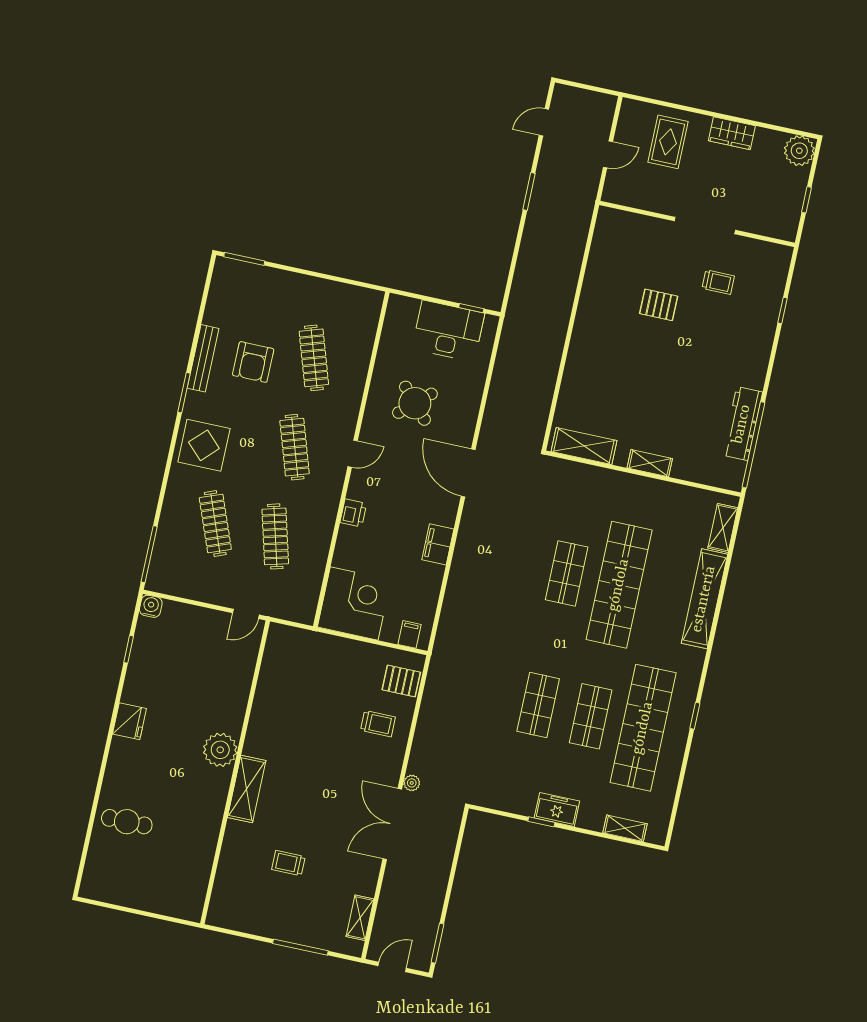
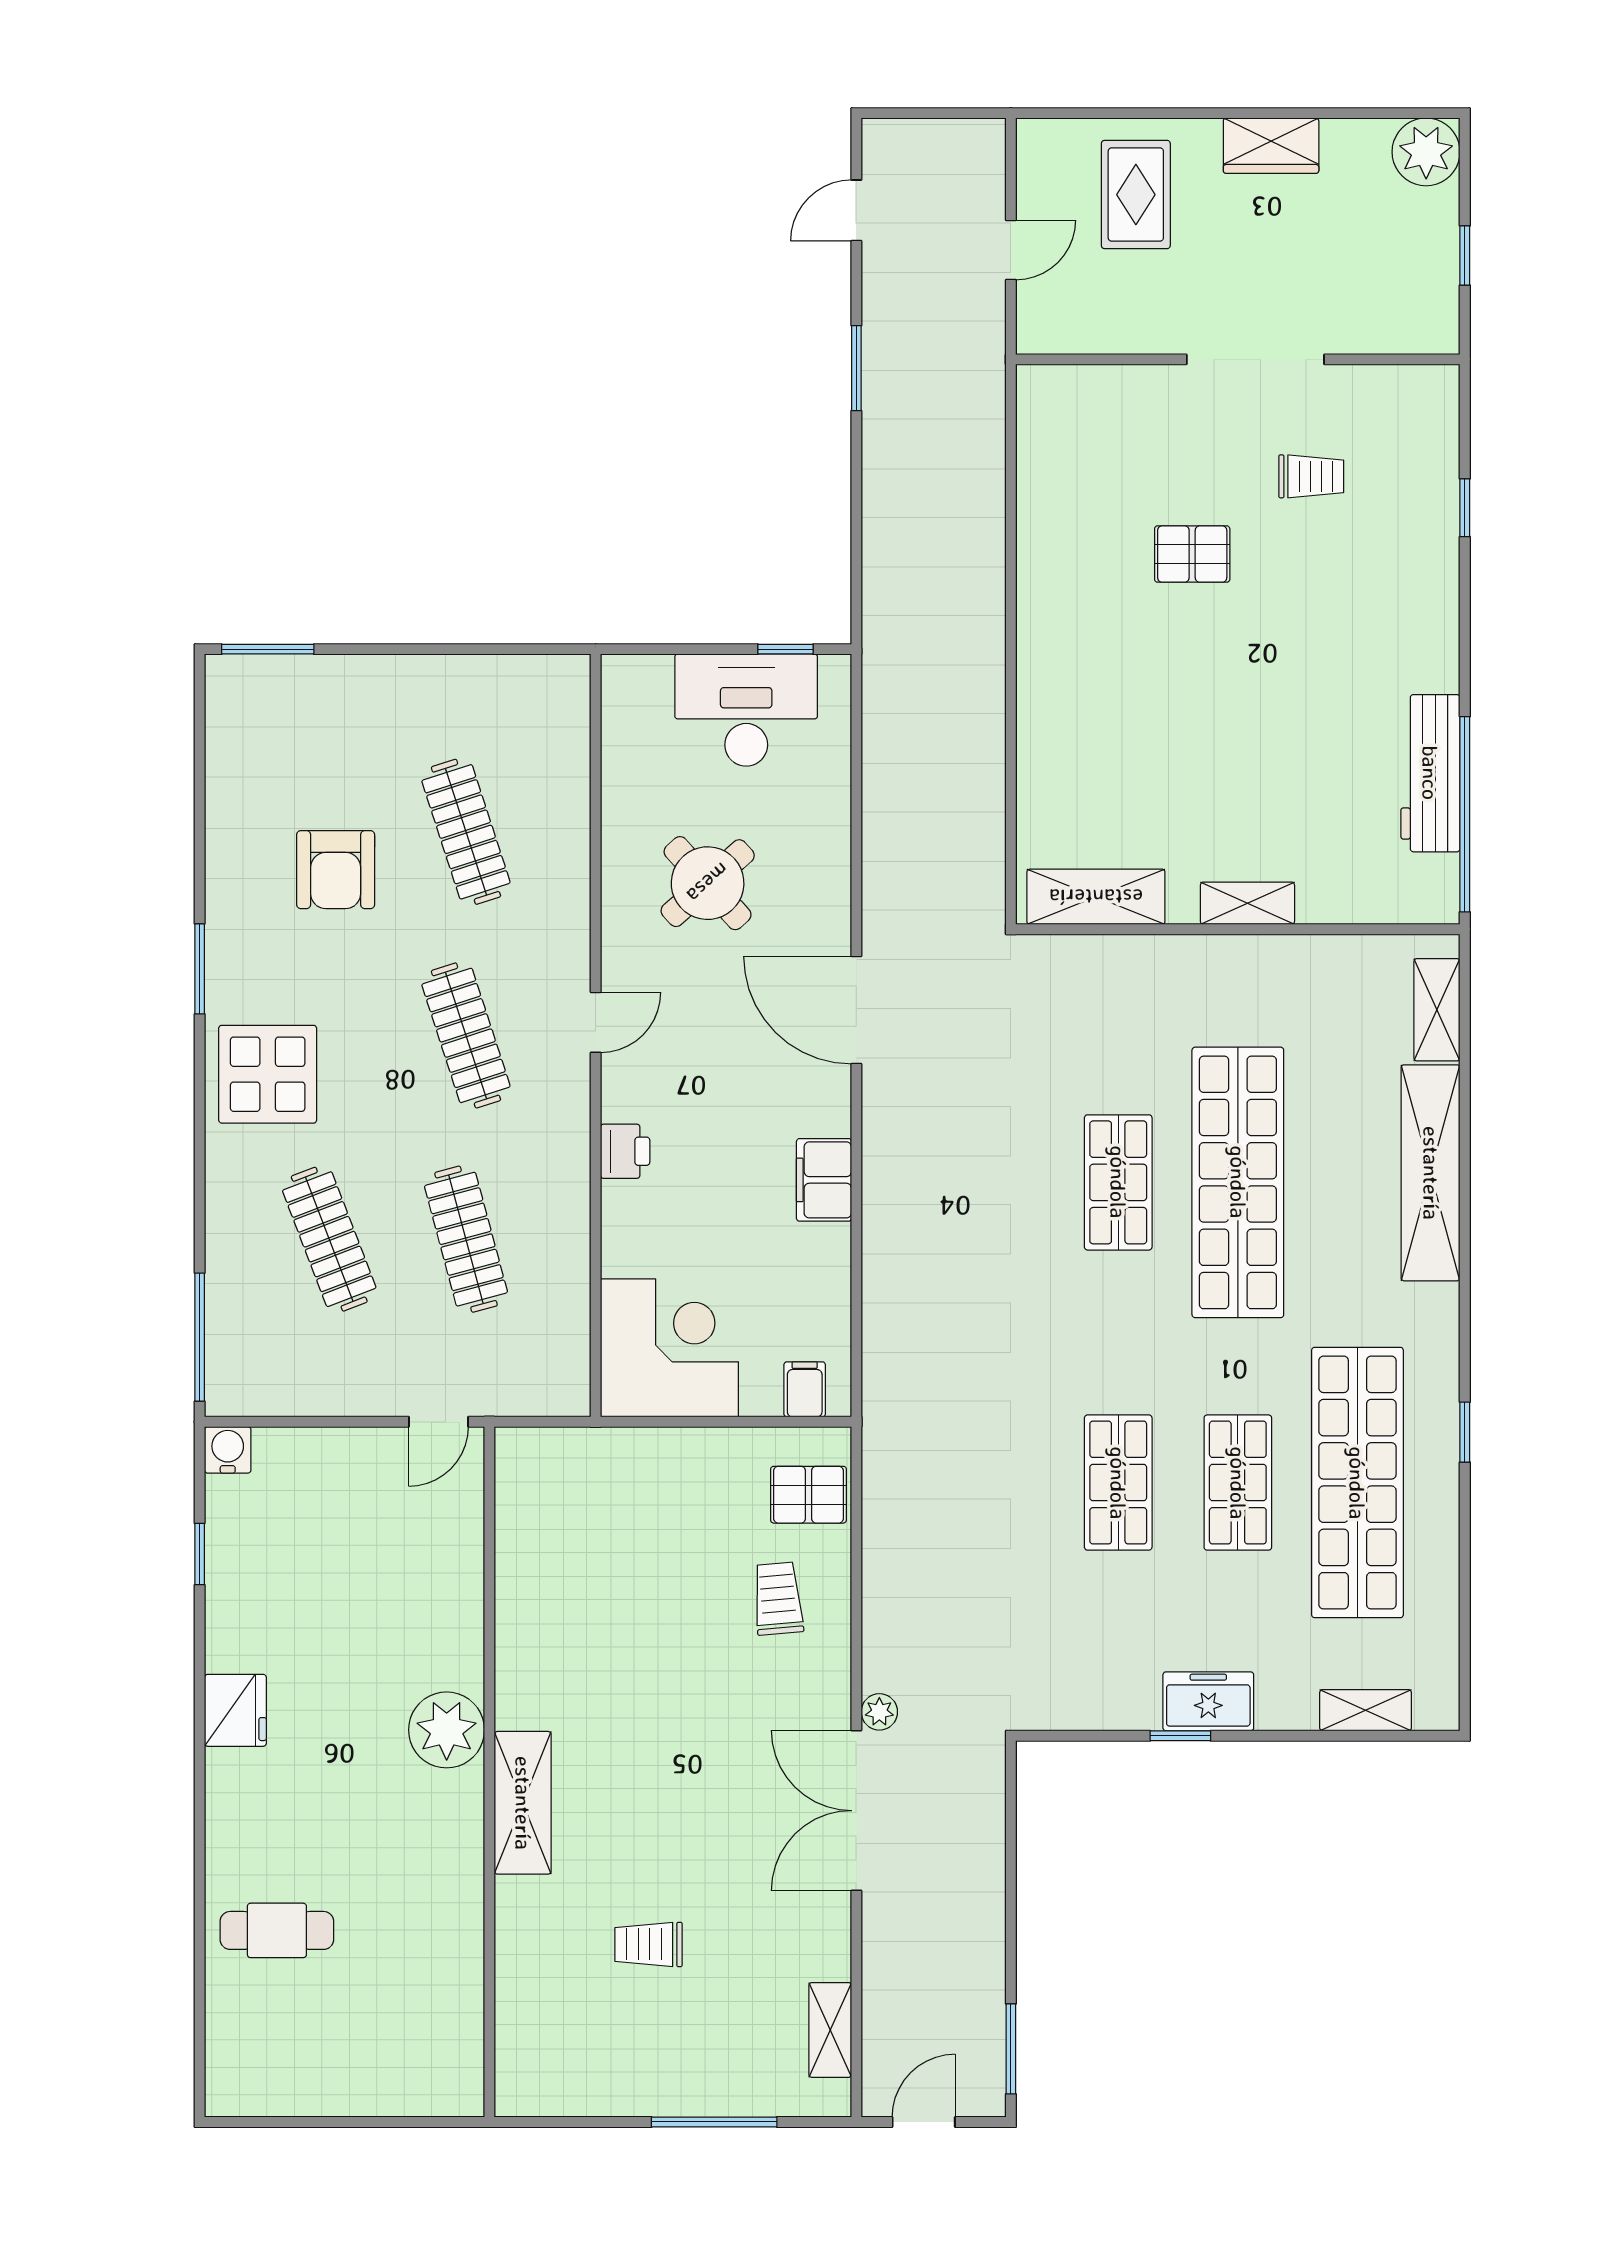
bench: (203, 358) -> (225, 885), removed
trolley: (378, 724) -> (778, 1599), turned -95

